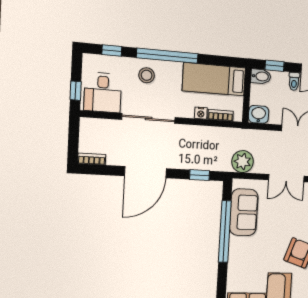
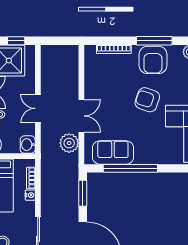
plant: (243, 162) -> (69, 143), moved
window: (200, 175) -> (83, 193), width x1.50

